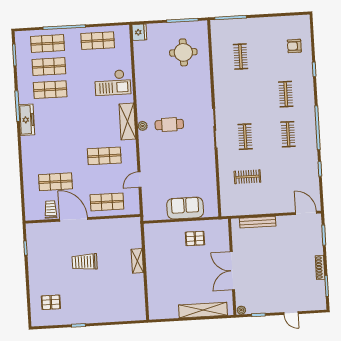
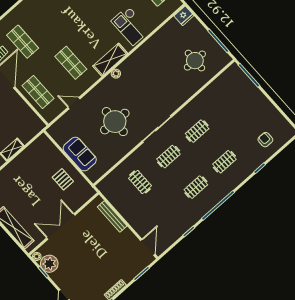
clothes rail: (240, 57) -> (197, 131), moved
cafe table: (169, 125) -> (133, 93), removed
round table: (181, 158) -> (115, 122), added
plant: (255, 305) -> (49, 264), added

